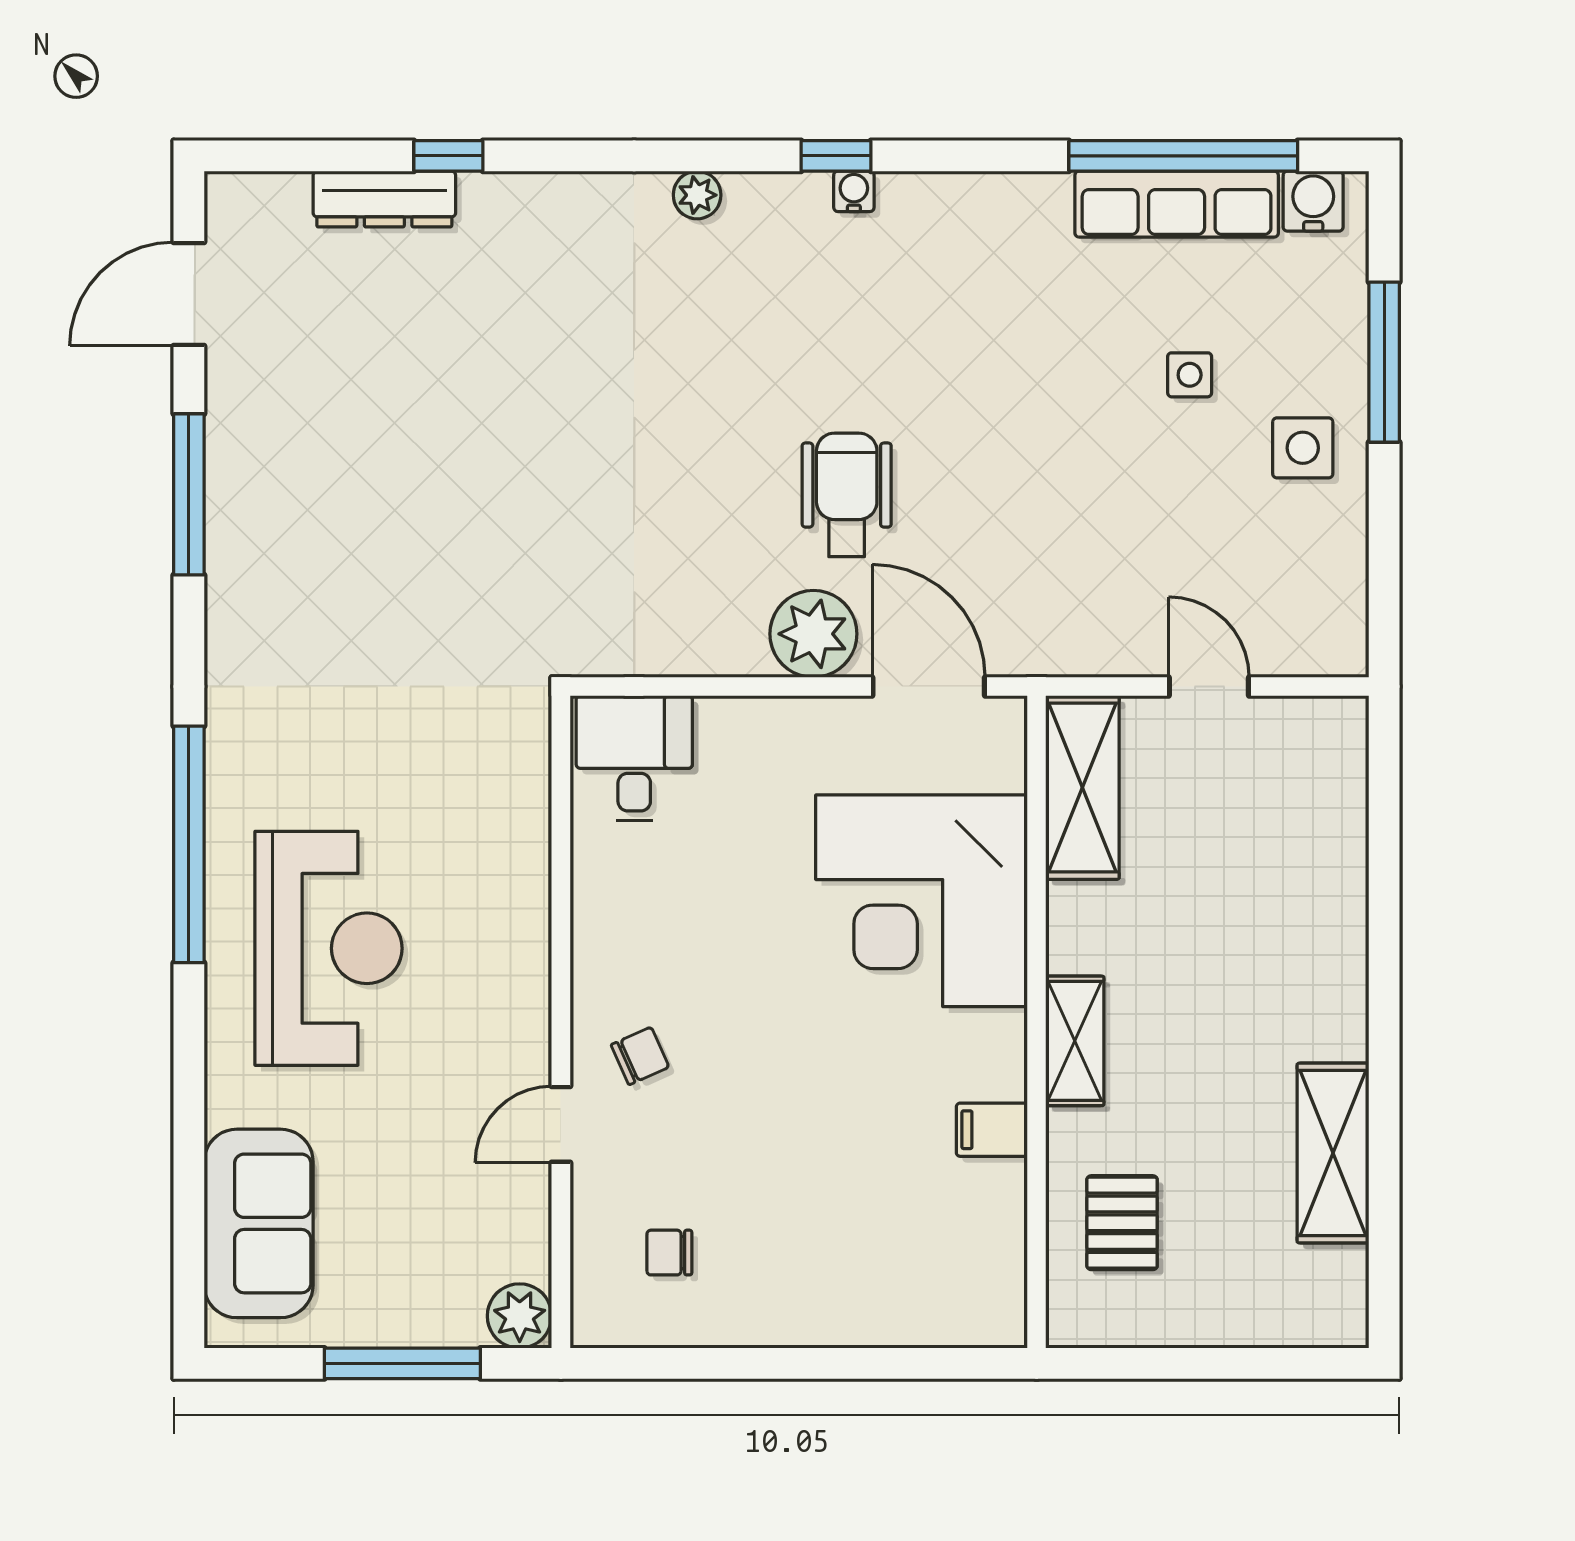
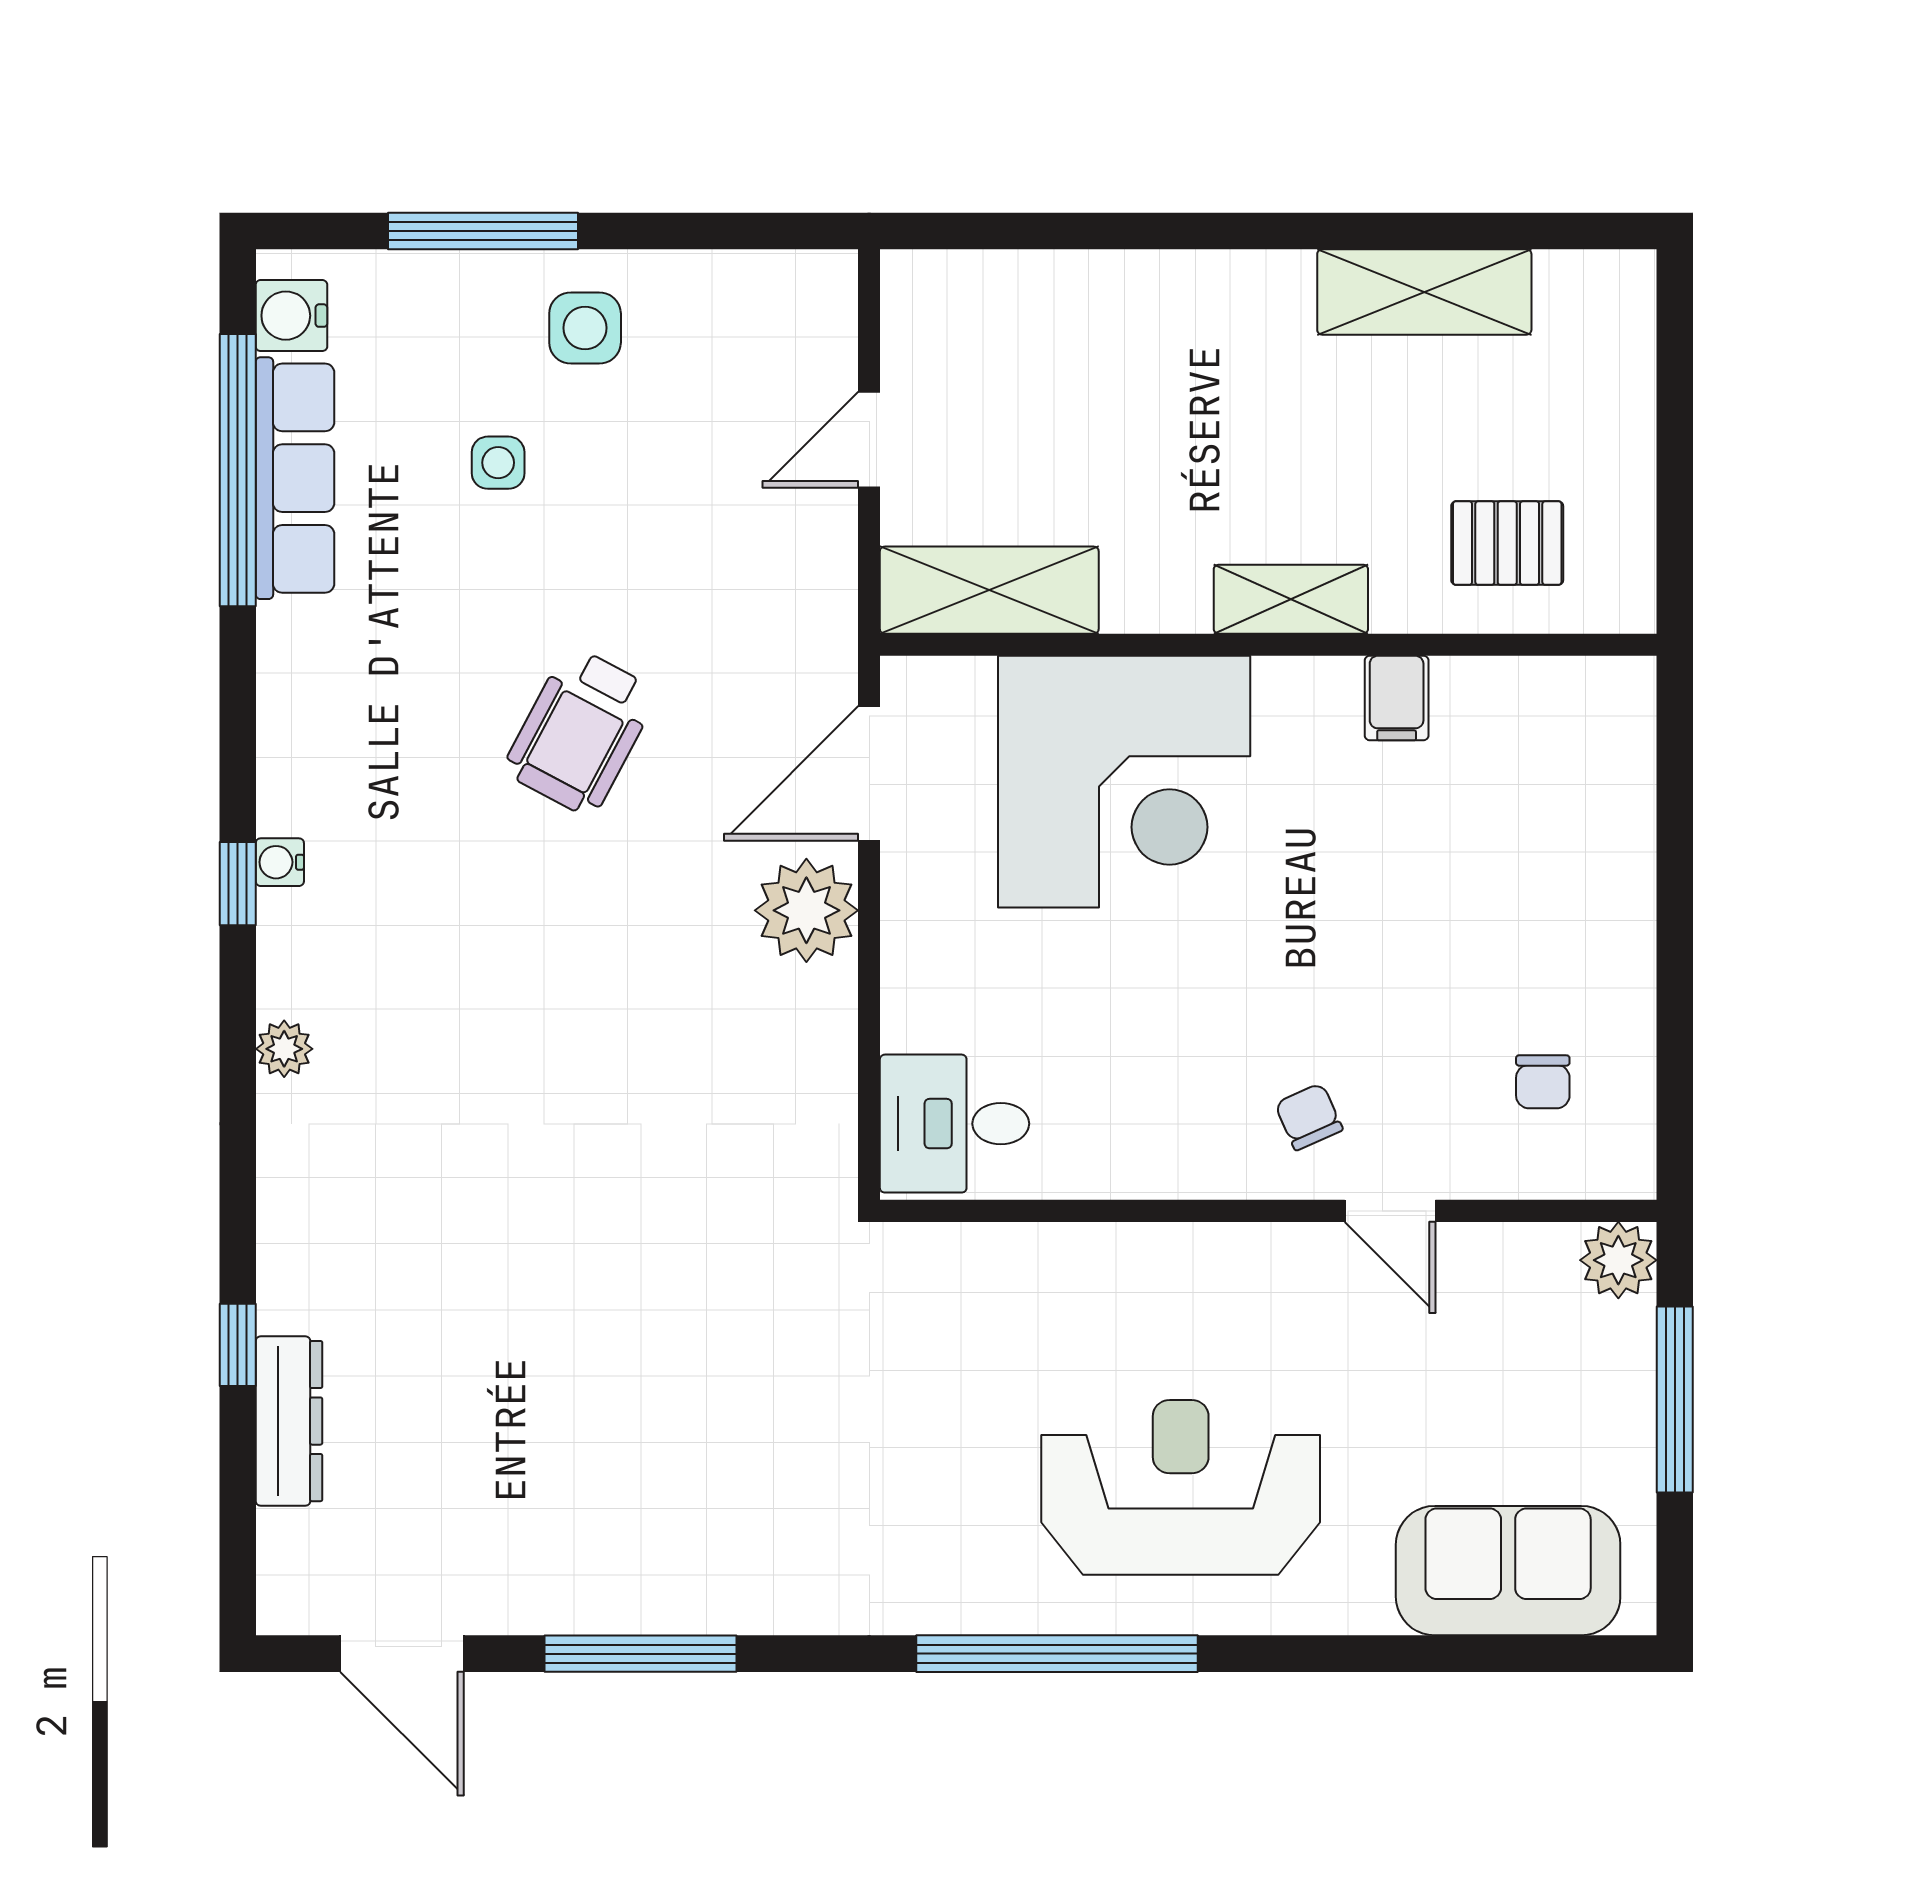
wheelchair: (847, 495) -> (580, 731), moved, turned -62

